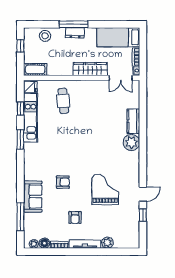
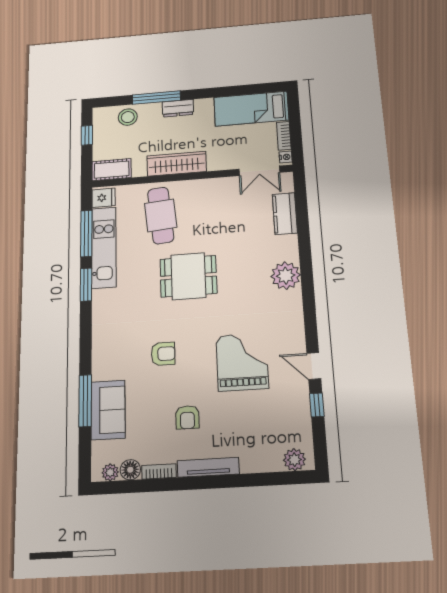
window: (74, 24) -> (156, 98), moved
wardrobe: (90, 69) -> (177, 164), moved
cafe table: (63, 101) -> (161, 215), width x1.37, depth x1.35
window: (20, 109) -> (86, 233), width x2.17
kitchen counter: (133, 121) -> (285, 214), moved
dining table: (78, 139) -> (188, 276), added
door: (143, 194) -> (314, 366), swing flipped
sofa: (33, 197) -> (108, 410), moved
window: (20, 216) -> (85, 401), moved
plant: (107, 243) -> (294, 460), moved

